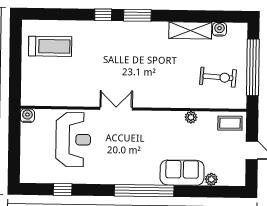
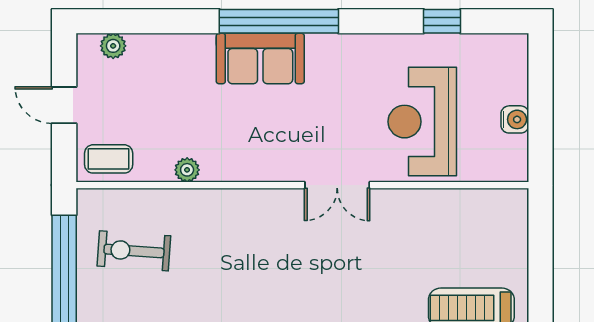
water cooler: (27, 116) -> (515, 119), moved, turned -90
sofa: (182, 173) -> (260, 59), moved
plant: (211, 179) -> (113, 46), moved

